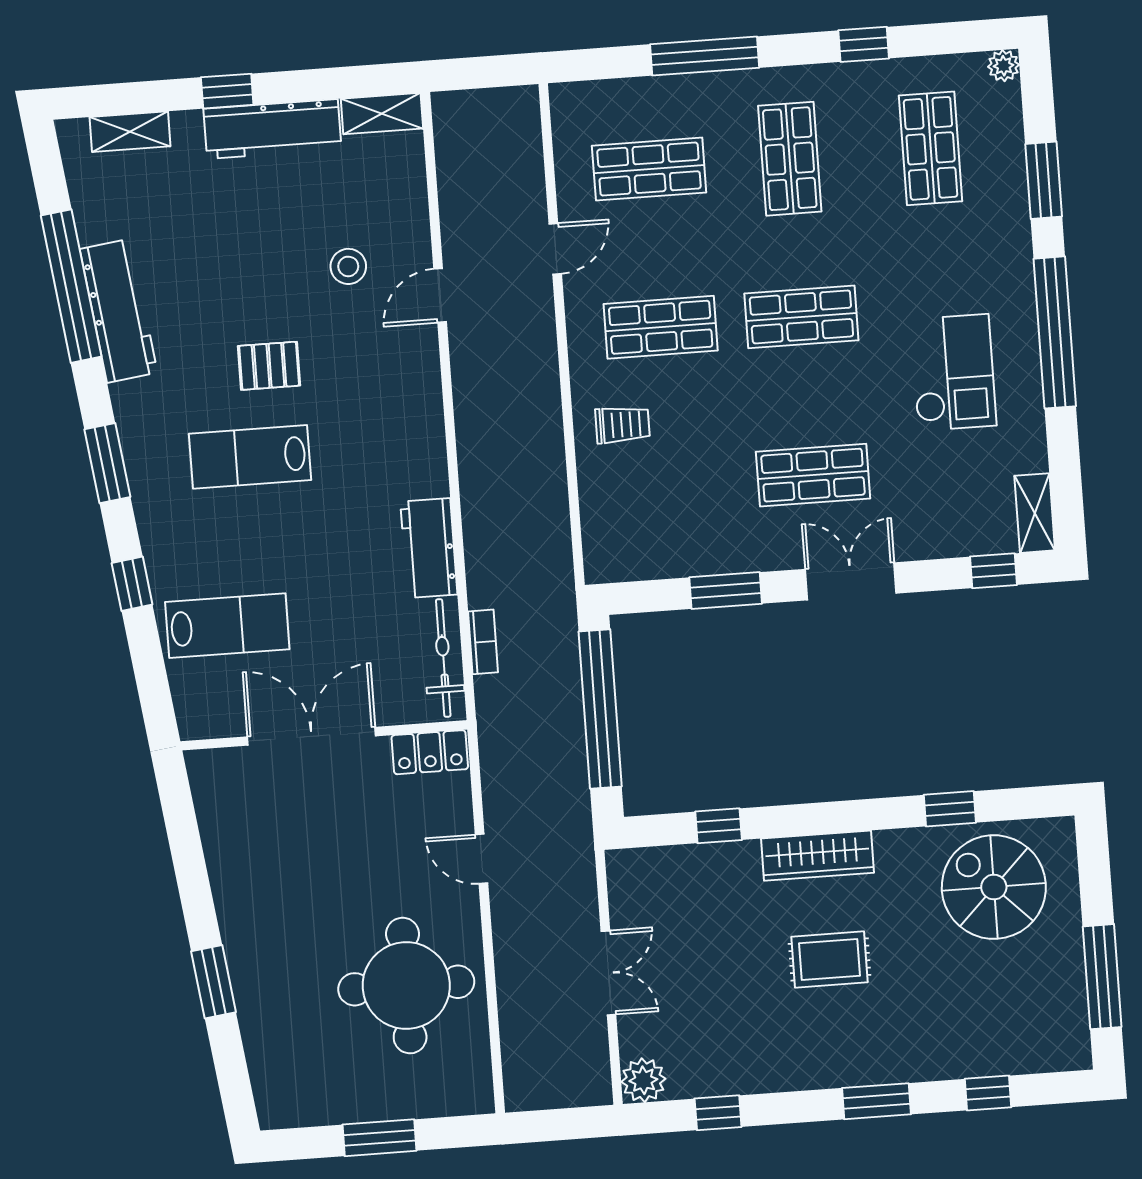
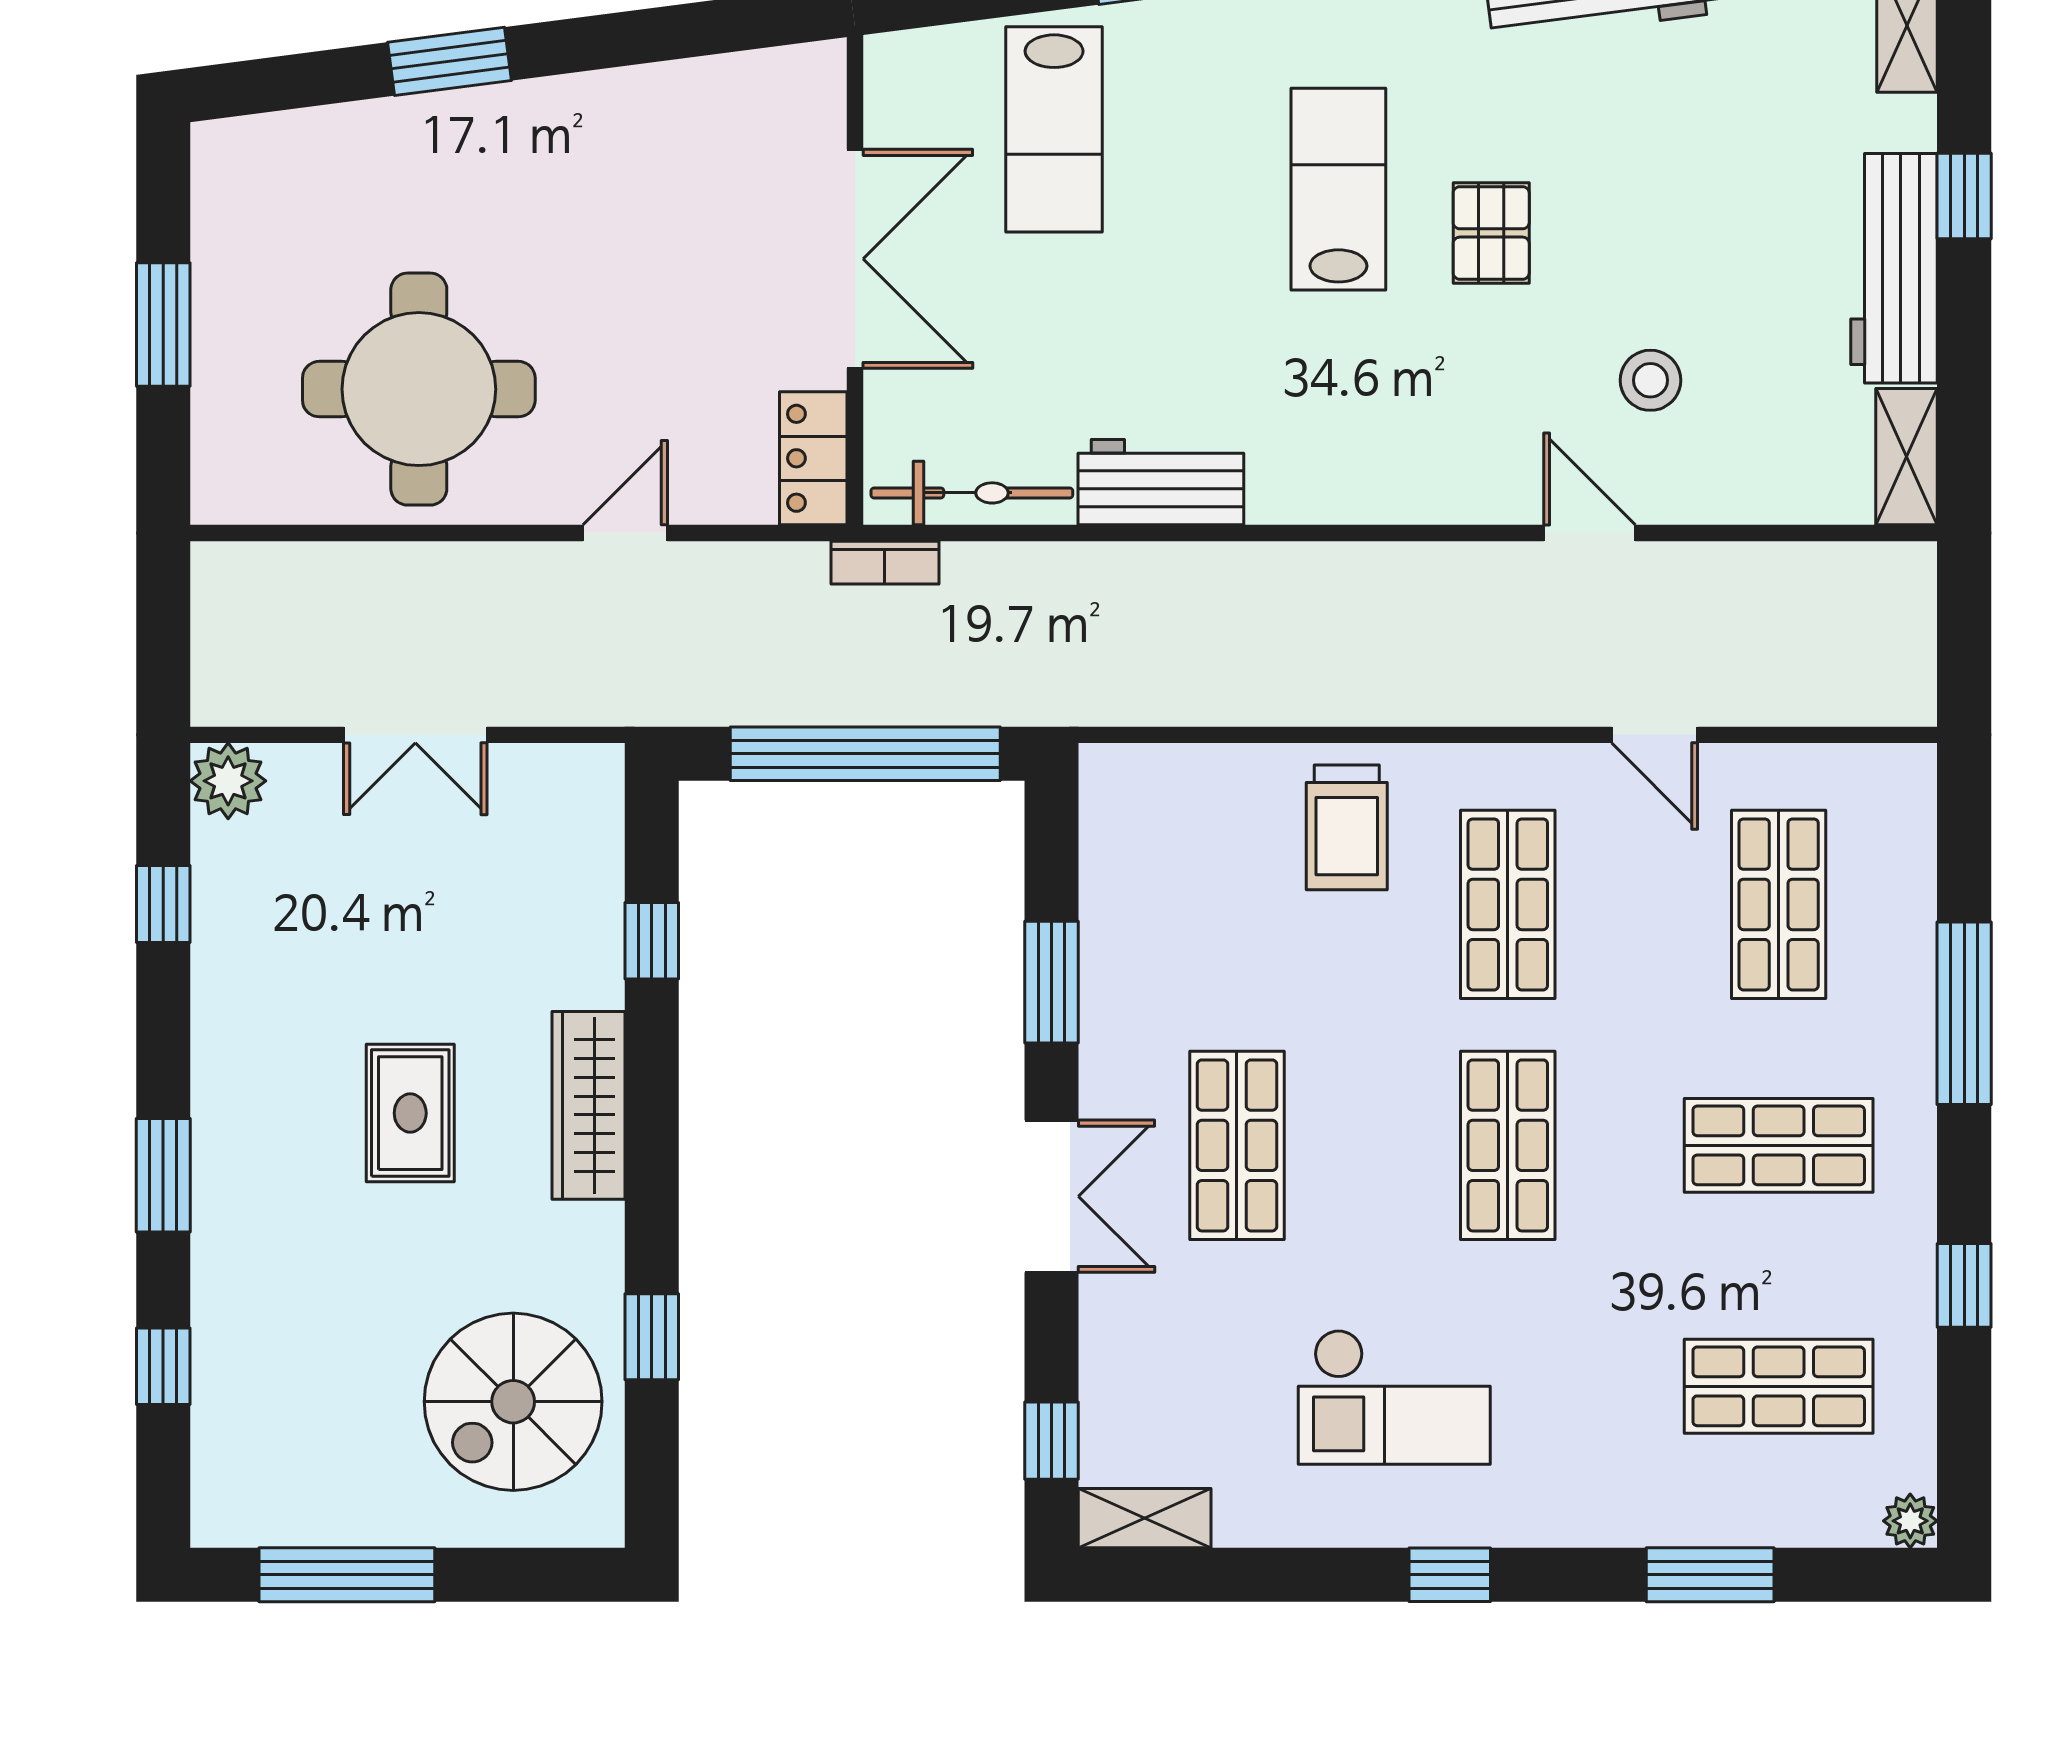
window: (1055, 332) -> (1450, 1575), width x0.32
trolley: (622, 425) -> (1347, 827), width x1.36, depth x1.39
bookcase: (483, 642) -> (885, 563), moved
spiral stairs: (994, 887) -> (513, 1402), turned 180

